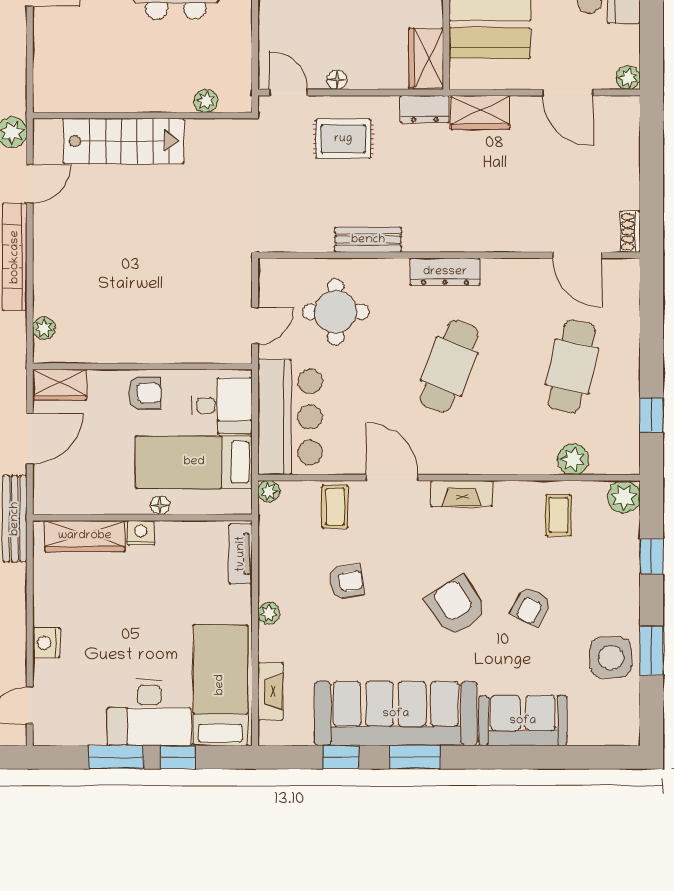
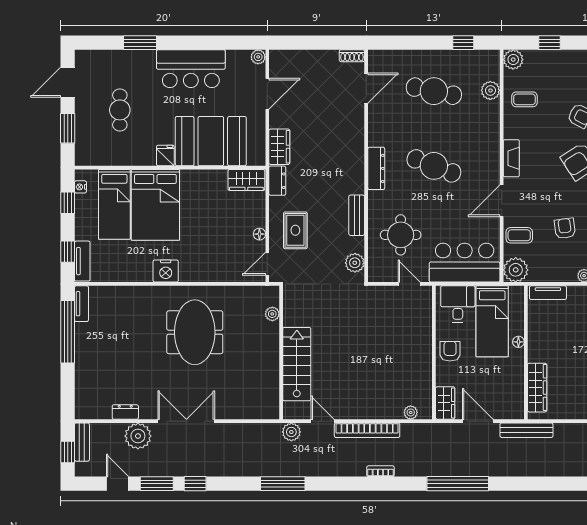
plant: (290, 236) -> (355, 263), added
plant: (269, 491) -> (516, 270), width x1.88, depth x1.88
nightstand: (141, 533) -> (535, 353), removed

